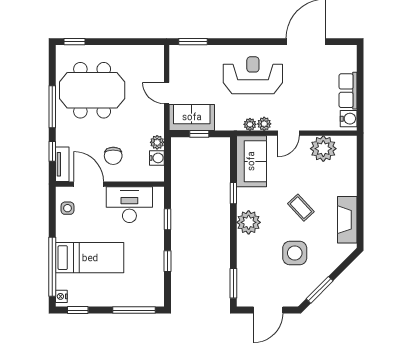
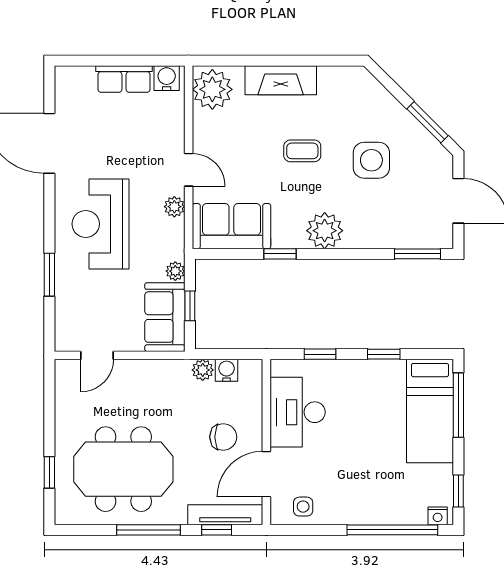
window: (74, 42) -> (49, 472), moved
window: (193, 42) -> (49, 275), moved
meeting table: (92, 90) -> (123, 469), turned 90
door: (167, 93) -> (97, 355), moved
plant: (250, 124) -> (175, 271), moved
plant: (323, 149) -> (212, 89), moved
tv unit: (62, 164) -> (225, 515), width x1.41
coffee table: (301, 208) -> (302, 151), turned 43
fireplace: (347, 220) -> (281, 80), moved
bed: (90, 258) -> (430, 411), moved, turned 180

